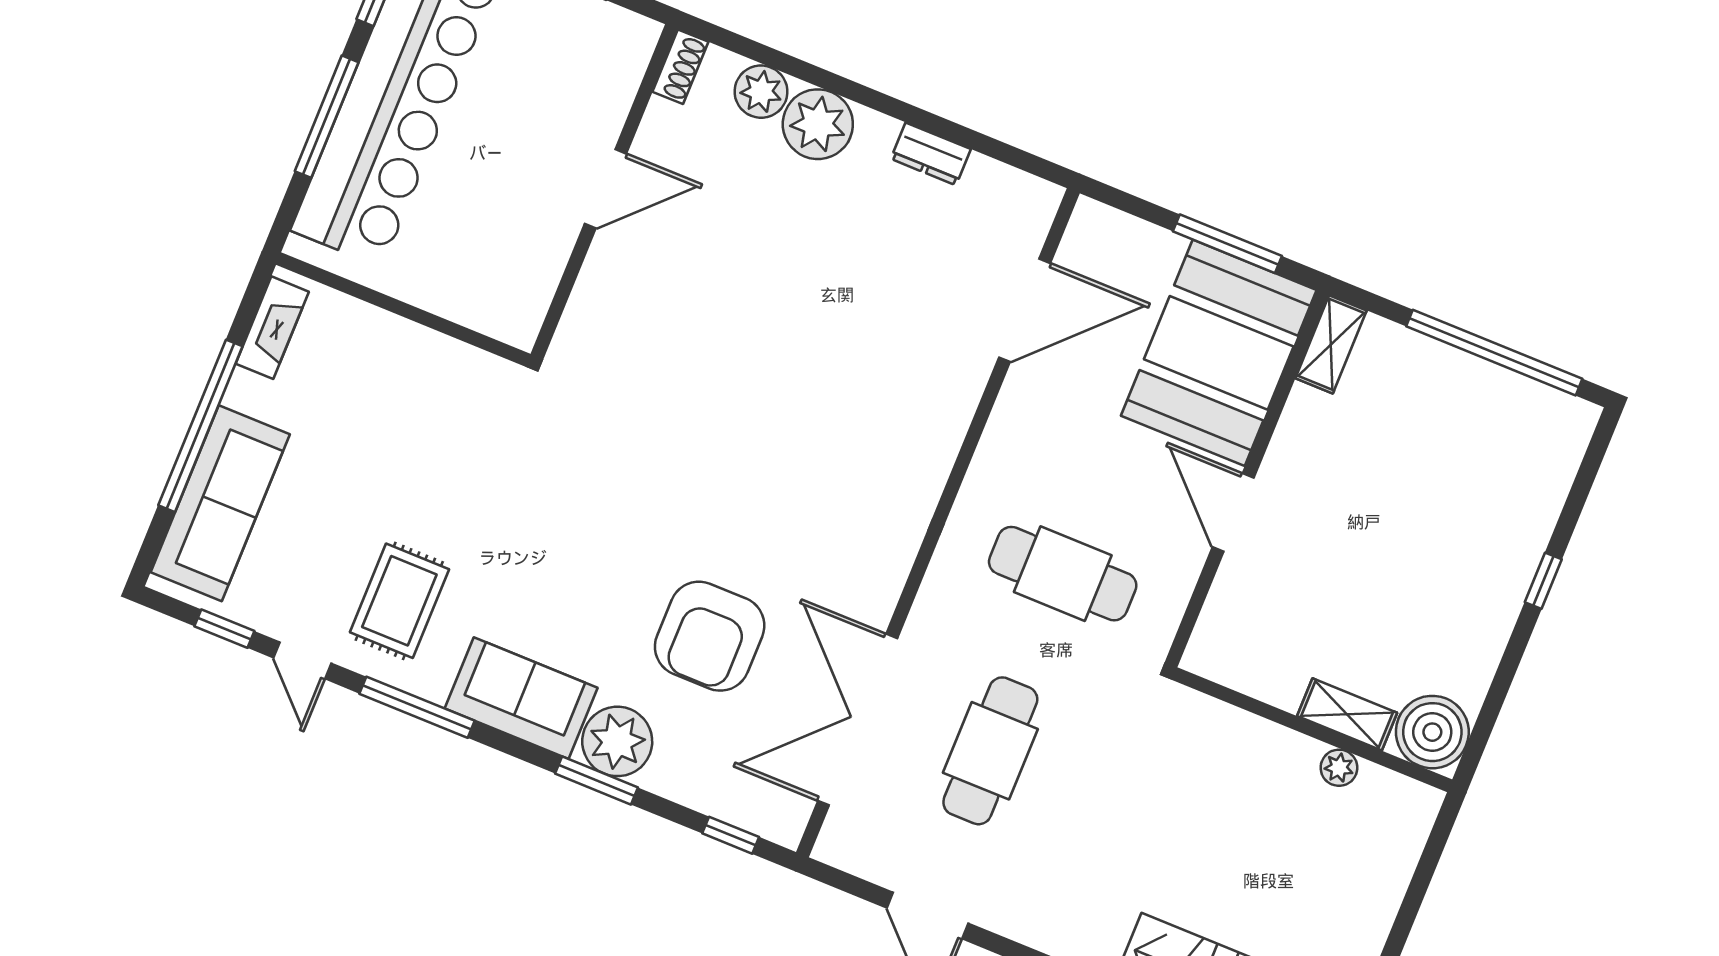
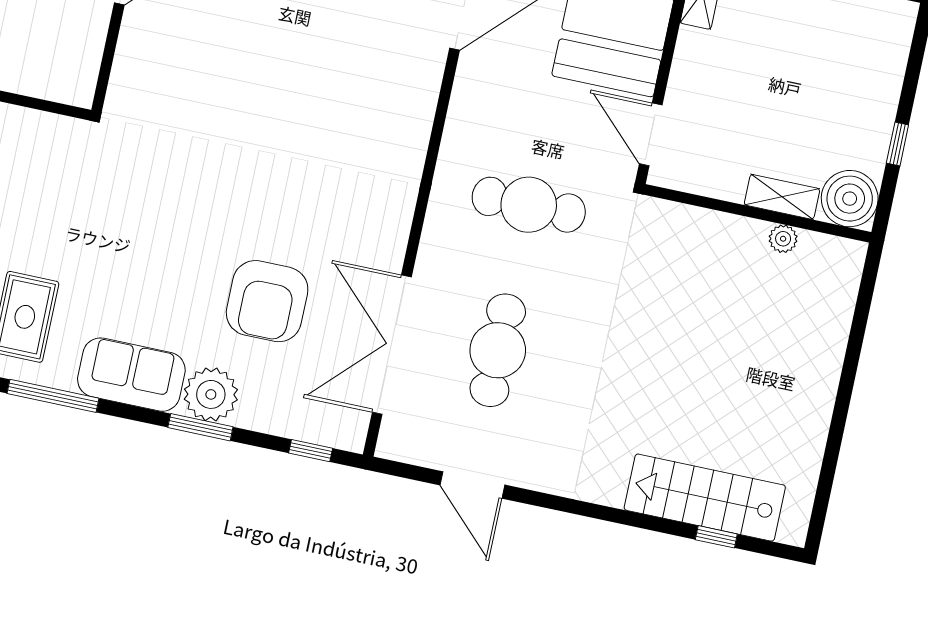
shelving: (1347, 714) -> (782, 197), moved
wall: (1312, 730) -> (757, 213), moved
boiler: (1432, 732) -> (850, 199), moved
plant: (1339, 768) -> (783, 239), moved

